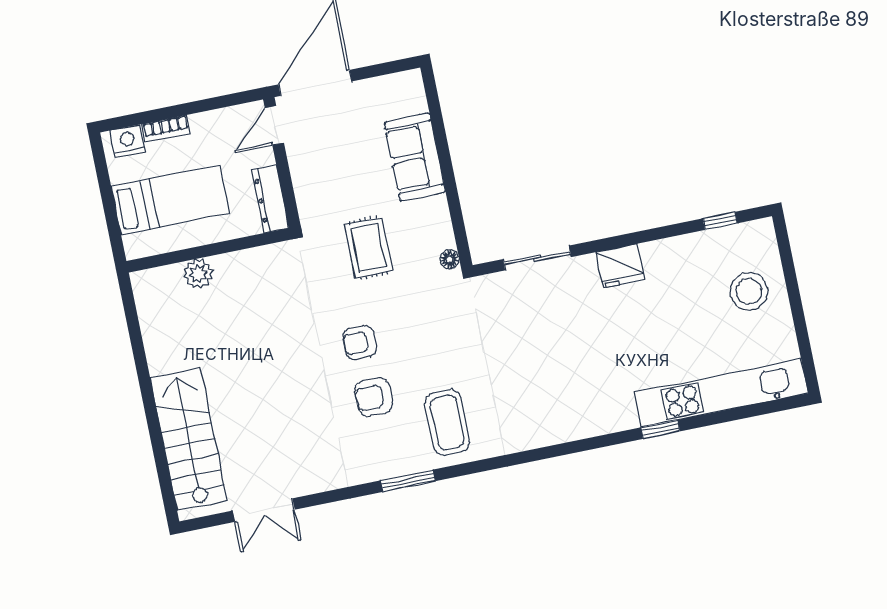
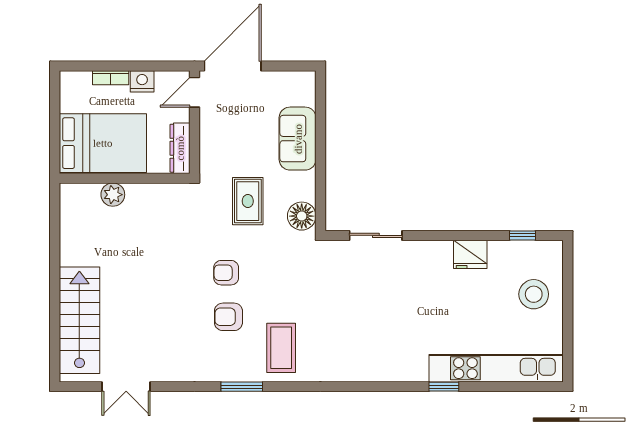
nightstand: (127, 141) -> (142, 81), moved
bed: (170, 200) -> (103, 143), width x1.50
floor lamp: (450, 259) -> (302, 216), width x1.89, depth x1.89
fridge: (620, 266) -> (470, 254), moved

